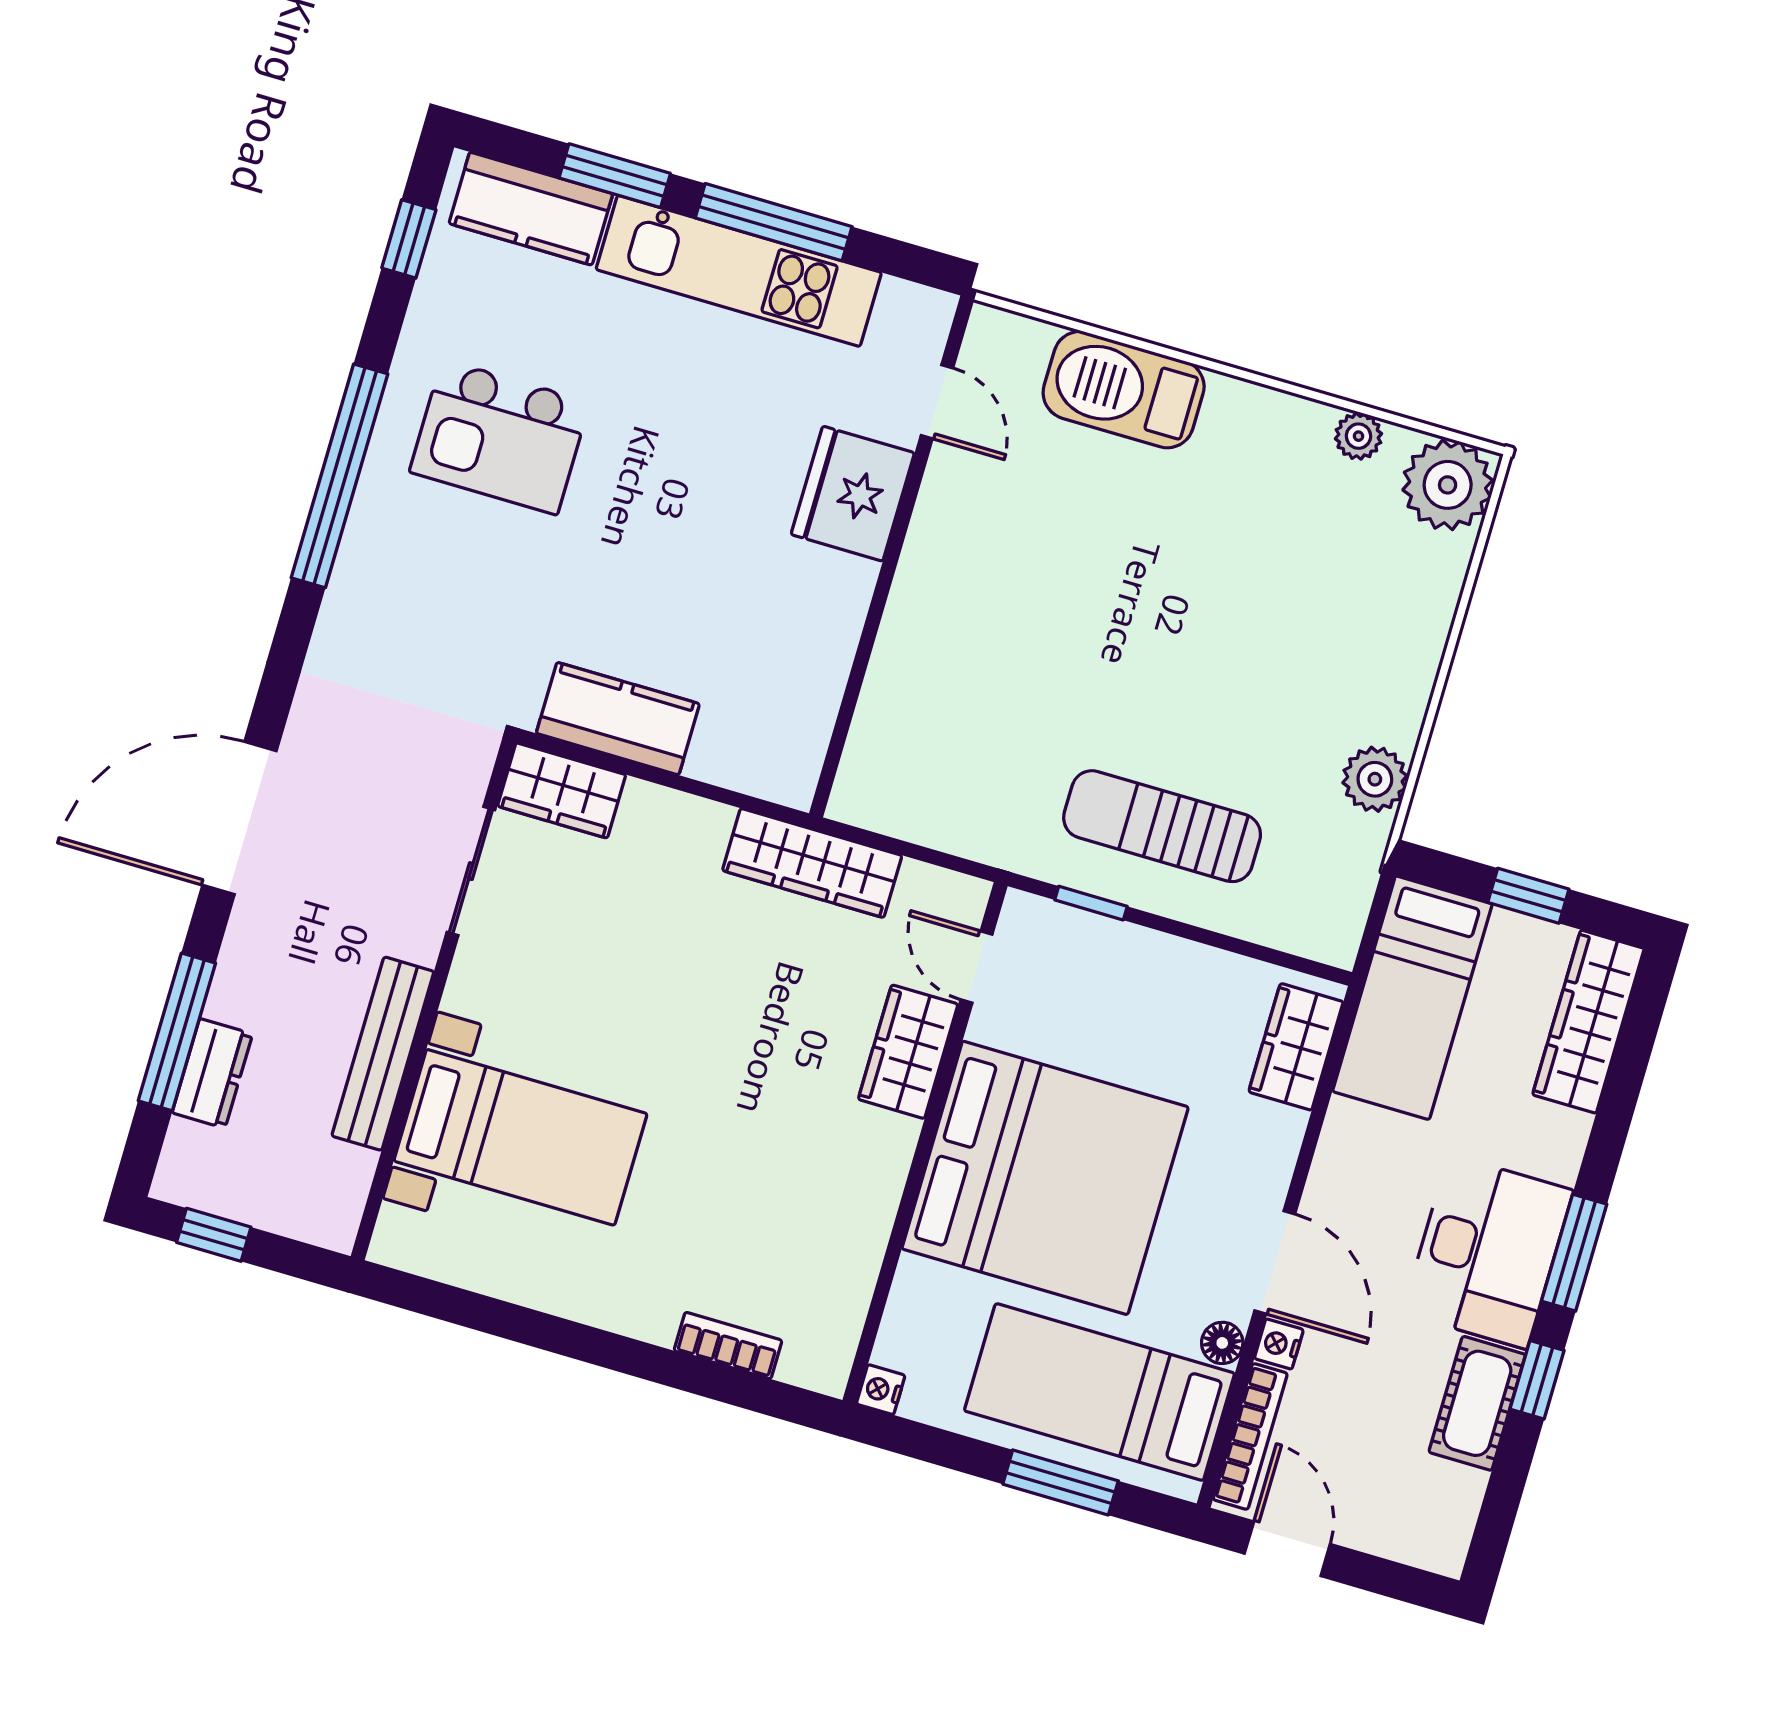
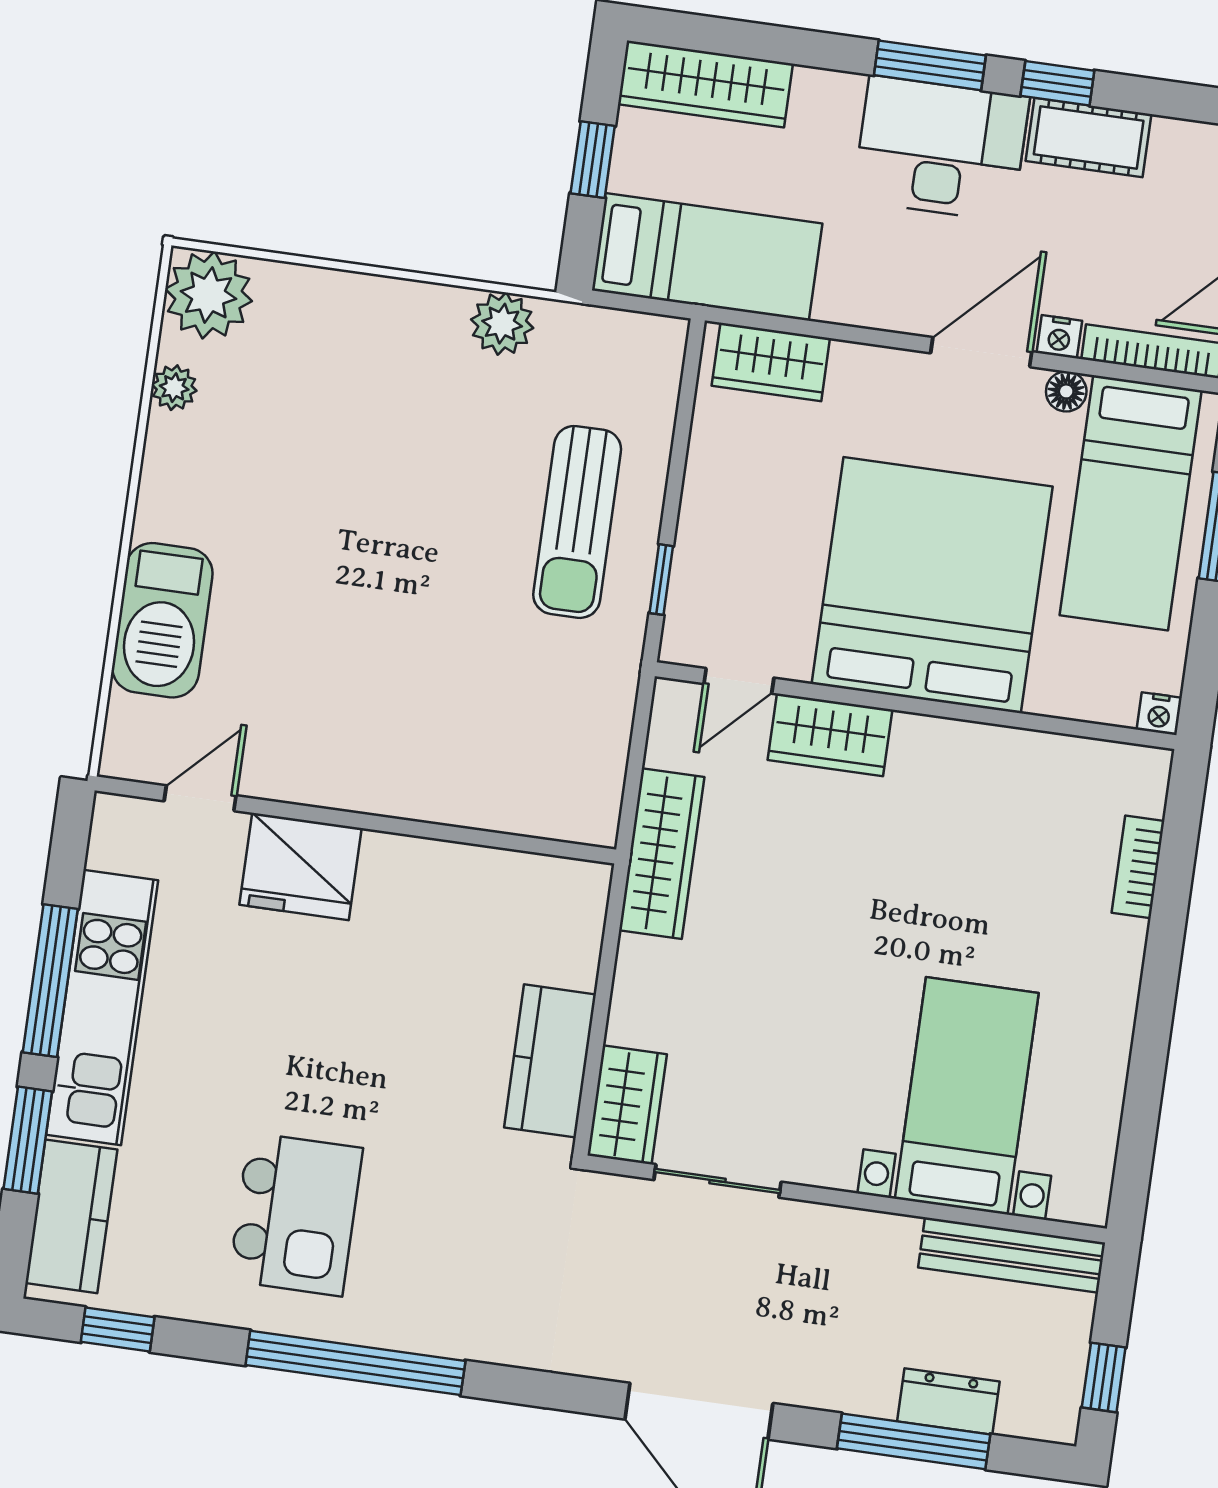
bench: (383, 1054) -> (1012, 1255), moved

